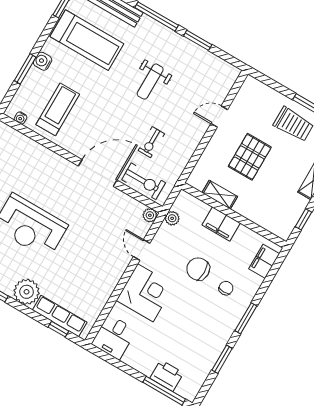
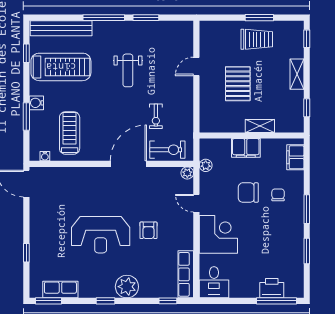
shelving: (220, 195) -> (260, 126), moved
armchair: (79, 249) -> (148, 230), added
row of seats: (60, 316) -> (186, 274), moved, turned -90

